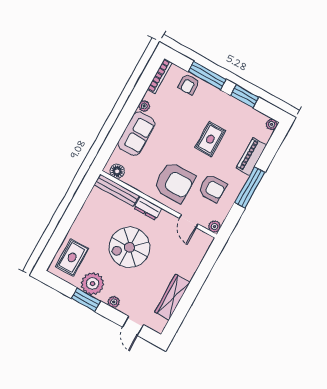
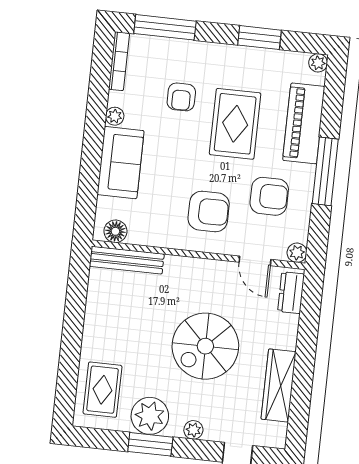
window: (207, 75) -> (165, 27), moved
armchair: (189, 84) -> (181, 97), moved
rug: (210, 139) -> (235, 124), width x1.36, depth x1.43
piano: (251, 156) -> (304, 123), width x1.37, depth x1.33
armchair: (174, 182) -> (209, 211), width x0.73, depth x0.73
dresser: (148, 208) -> (291, 293), moved, turned 90
spiral stairs: (129, 247) -> (205, 346), moved

